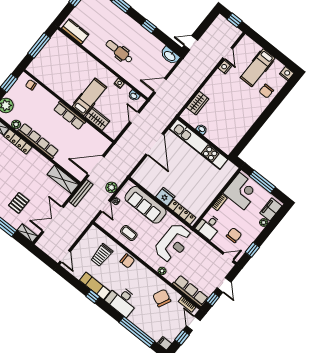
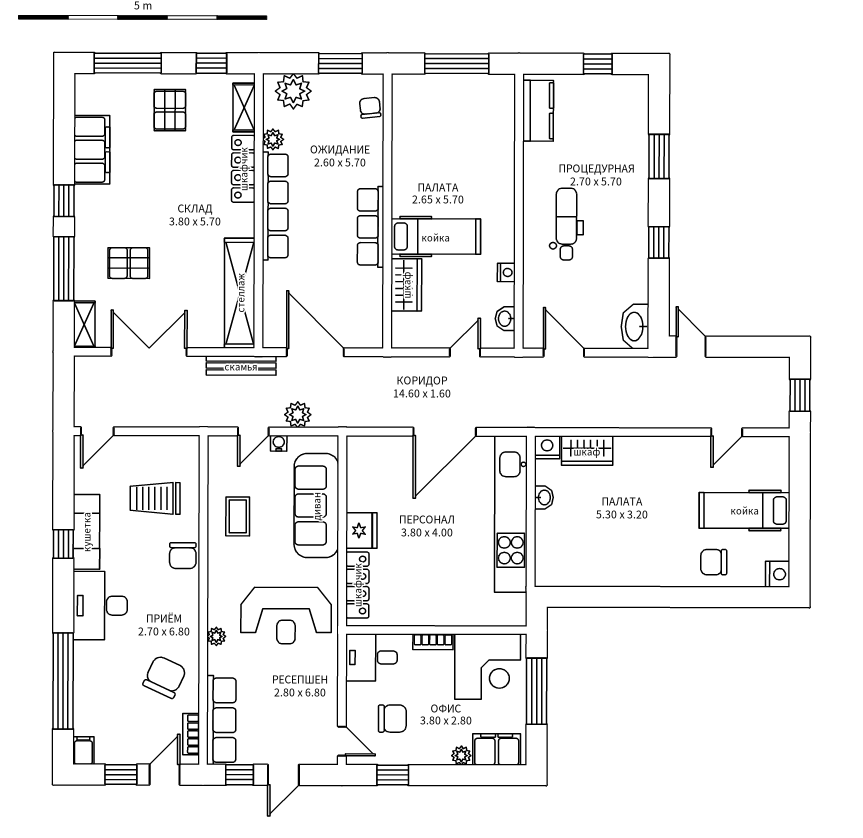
nightstand: (225, 67) -> (547, 447), moved
shelving: (63, 179) -> (240, 293), width x1.47

